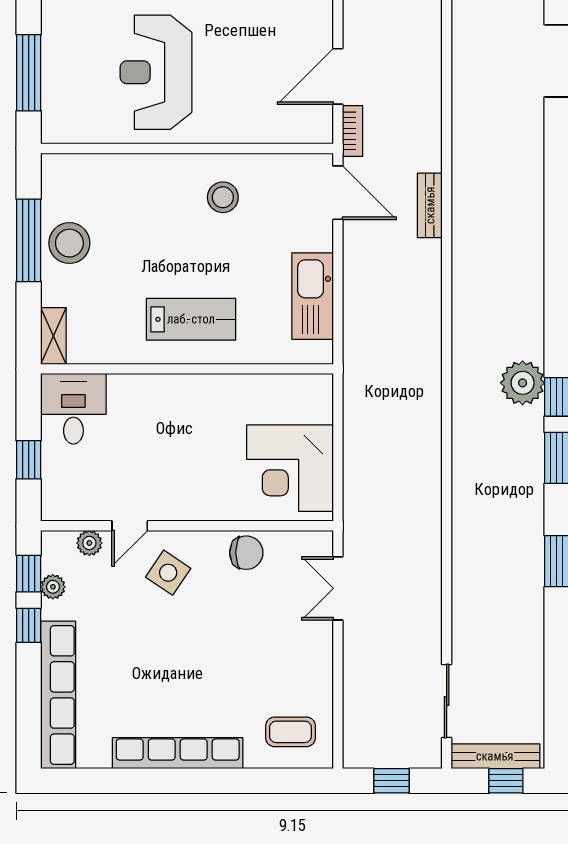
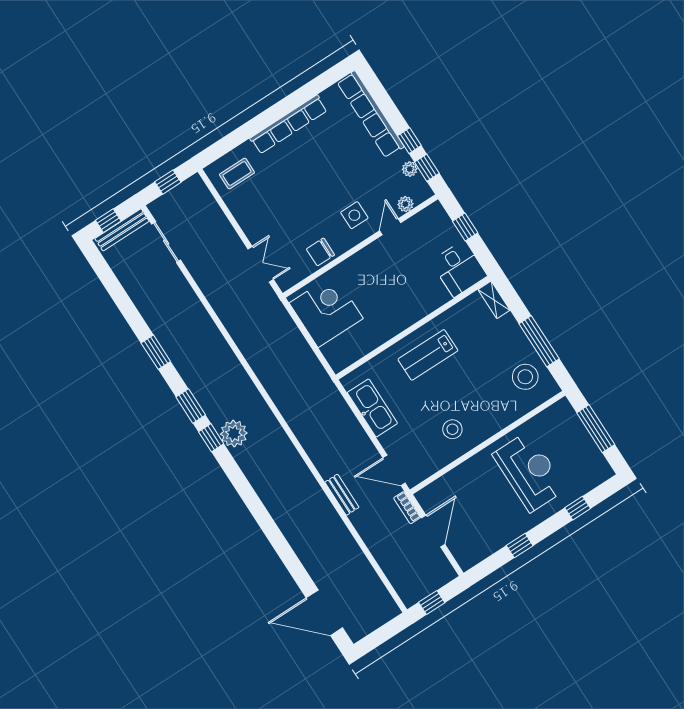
stool: (69, 243) -> (525, 377), moved
side table: (168, 573) -> (354, 215), turned -34

